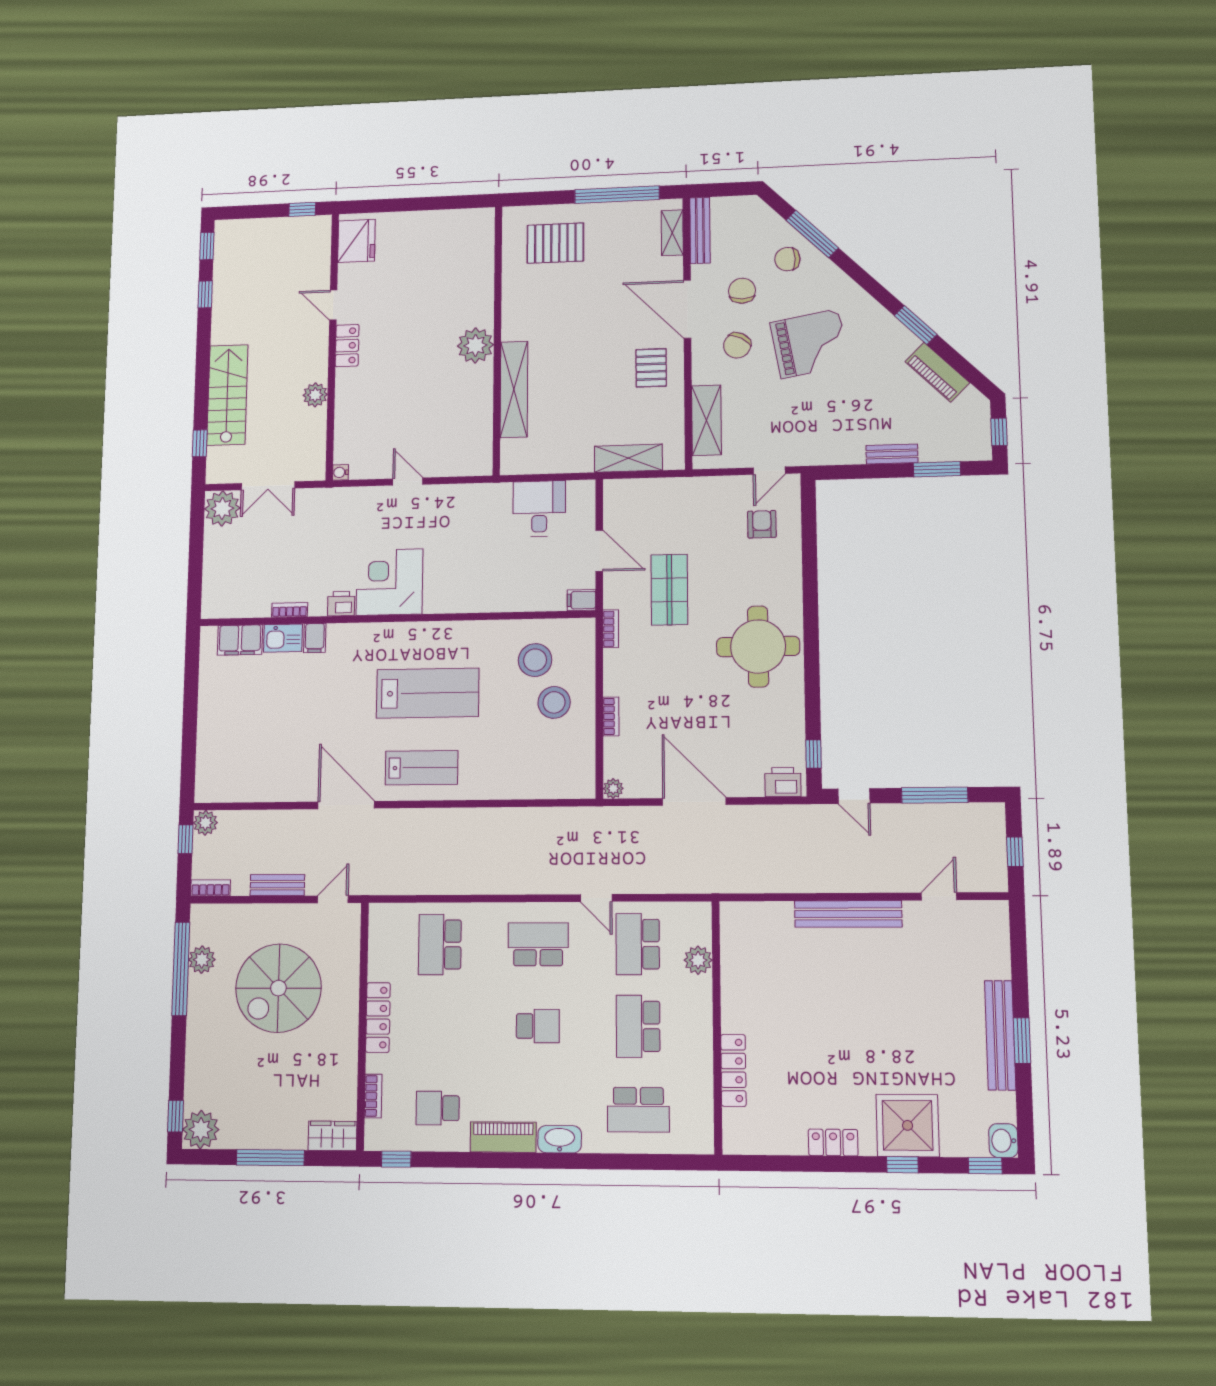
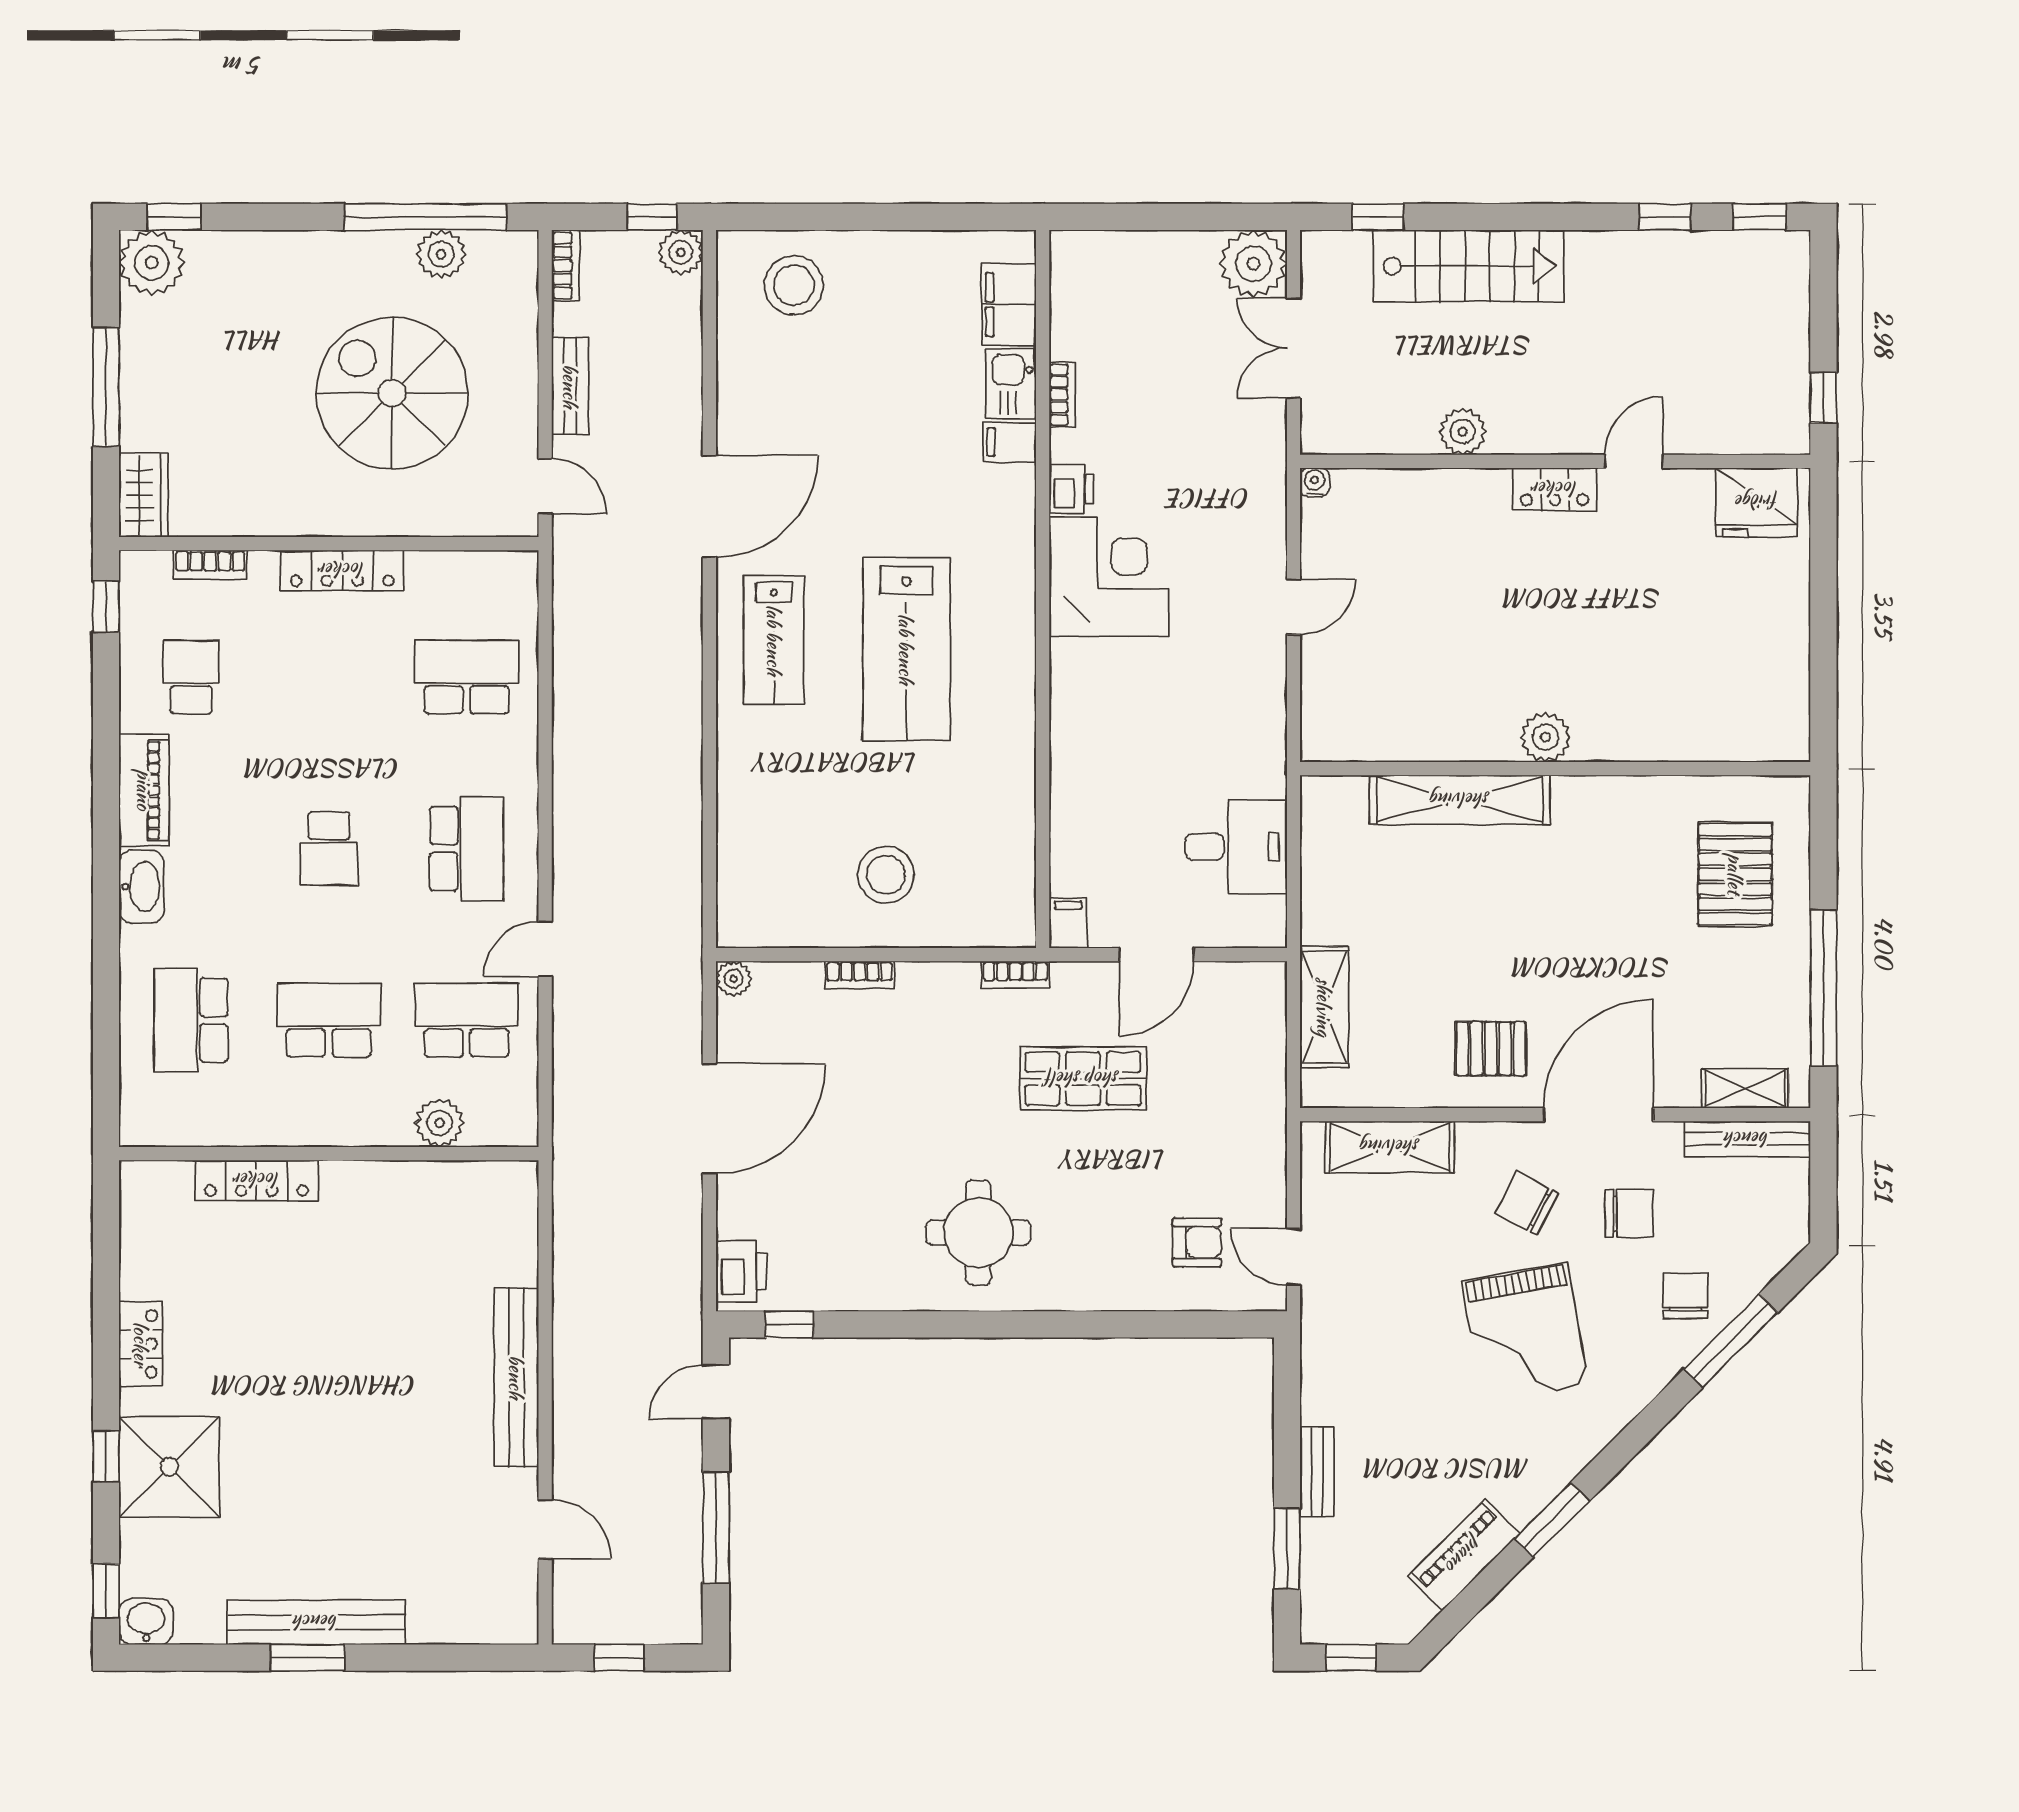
plant: (475, 345) -> (1545, 737), width x0.73, depth x0.73
round table: (758, 647) -> (978, 1232), width x0.73, depth x0.73
stool: (535, 660) -> (794, 285), moved

